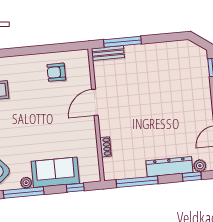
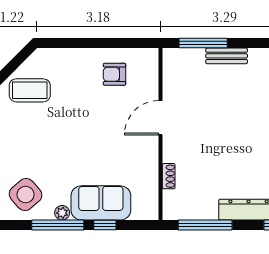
bench: (108, 53) -> (227, 56), moved
window: (75, 188) -> (105, 225), moved

